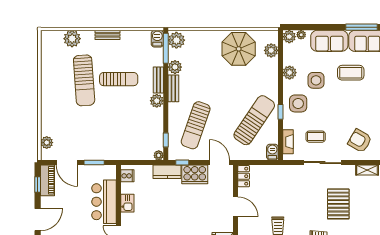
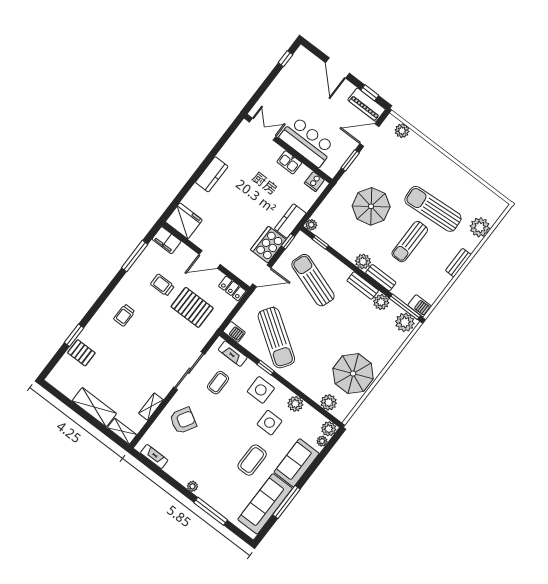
parasol: (115, 124) -> (371, 206), added
pallet: (338, 204) -> (192, 307), moved

